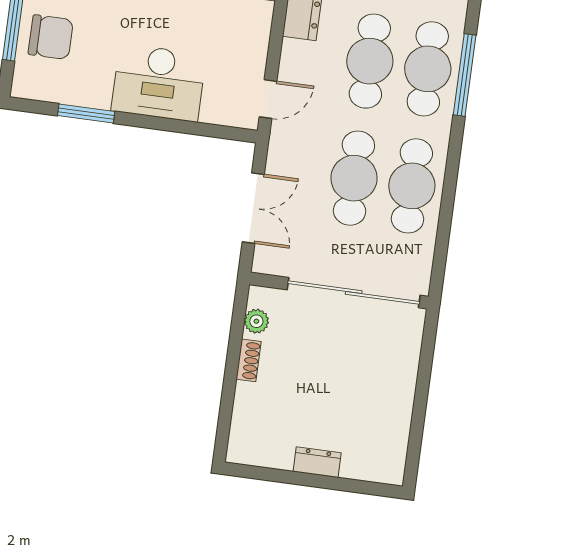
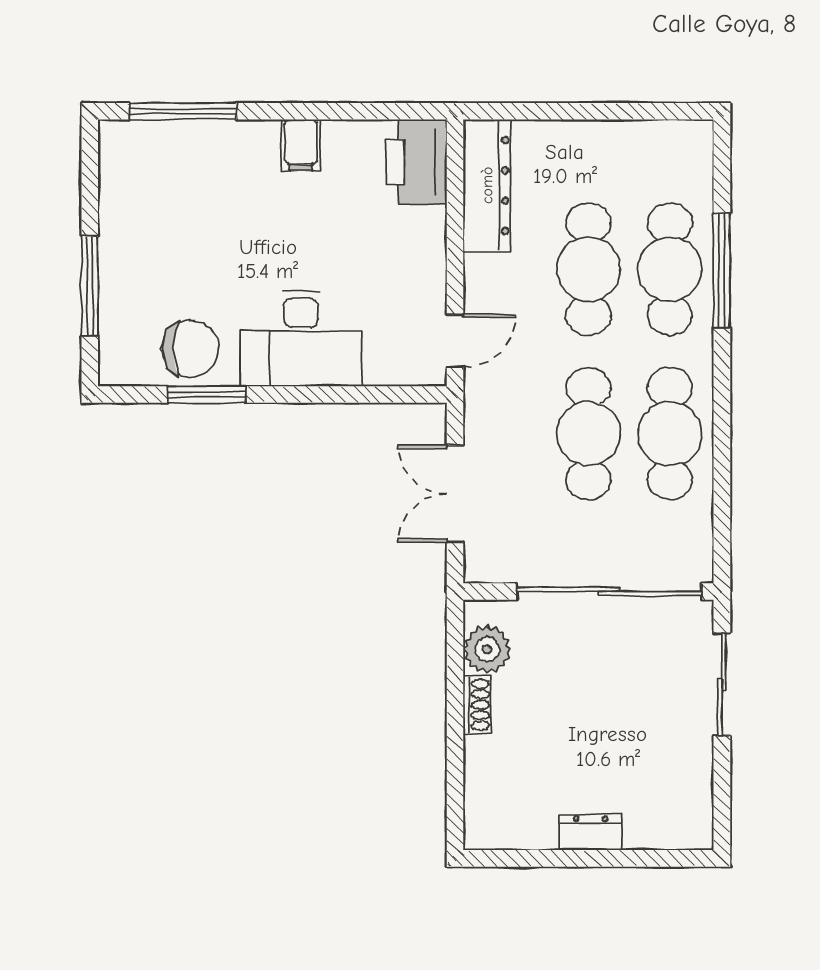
chair: (51, 37) -> (190, 349), moved
double door: (253, 208) -> (455, 494), swing flipped
plant: (256, 321) -> (487, 649), width x1.38, depth x1.38
sliding door: (425, 370) -> (722, 684), added

